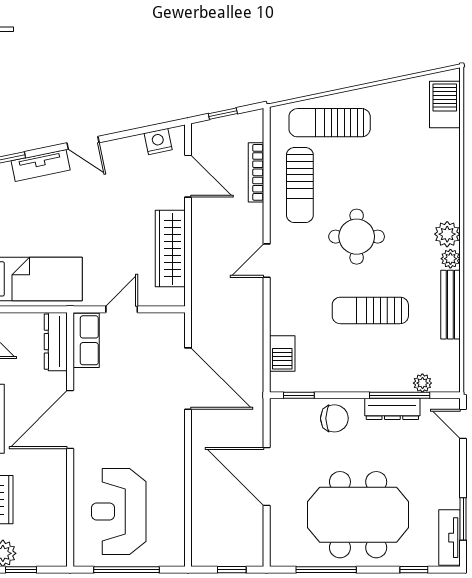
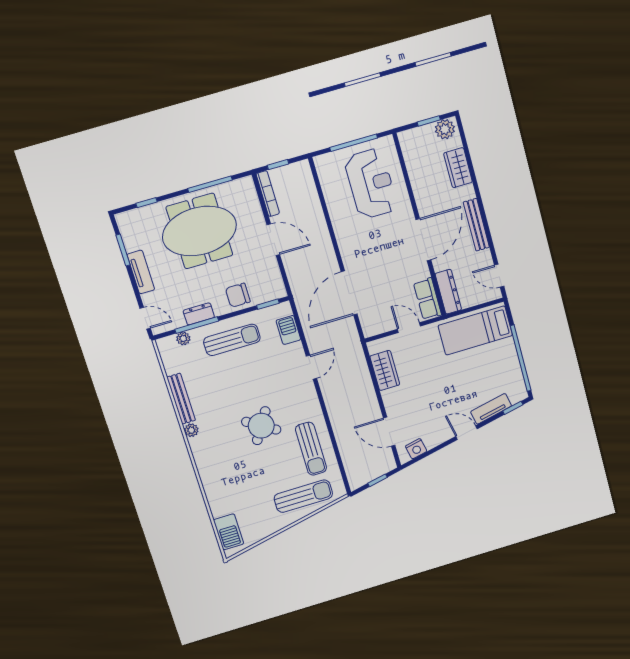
bookcase: (256, 172) -> (268, 194), moved
sun lounger: (300, 185) -> (311, 449), turned 180
plant: (447, 234) -> (199, 446), removed
round table: (357, 237) -> (261, 426), turned 32
wardrobe: (170, 249) -> (385, 370), width x0.67
door: (267, 261) -> (311, 367), moved
door: (122, 309) -> (409, 328), swing flipped
sun lounger: (370, 310) -> (232, 340), moved
door: (188, 379) -> (349, 293), hinge flipped
dresser: (392, 409) -> (199, 314), width x0.70
door: (267, 477) -> (273, 240), width x0.73
tv unit: (449, 538) -> (141, 272), moved

